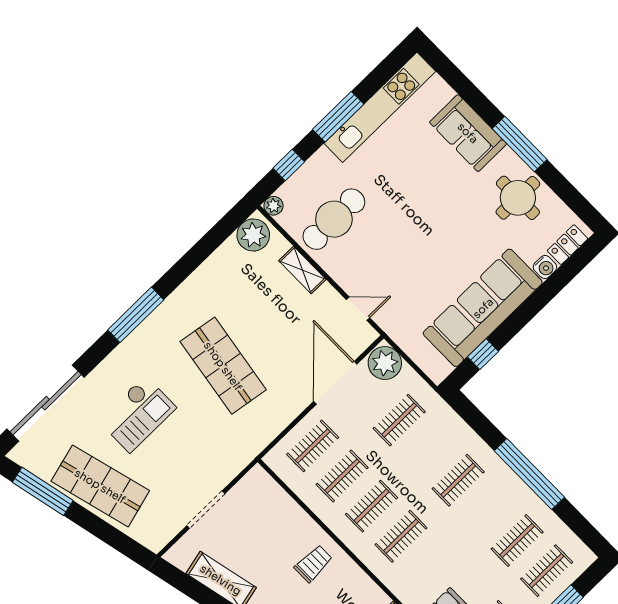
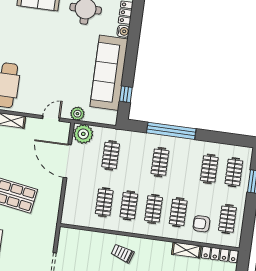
plant: (398, 330) -> (77, 114), added
clothes rail: (313, 446) -> (178, 212), moved
window: (529, 474) -> (171, 131), moved
trolley: (313, 563) -> (123, 253), turned -72

